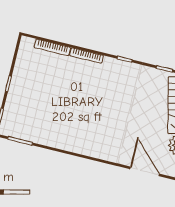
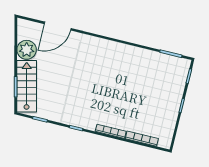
door: (145, 171) -> (58, 26), hinge flipped

